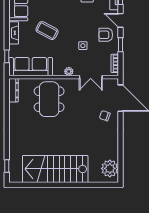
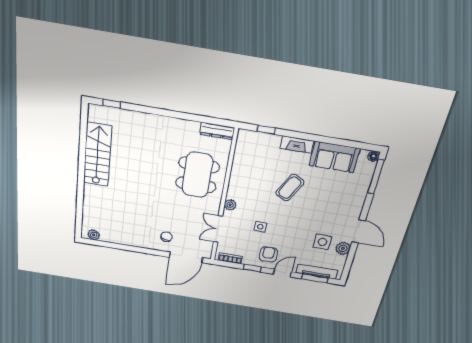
sofa: (31, 67) -> (246, 159), removed
dining table: (49, 99) -> (197, 175), turned 90
plant: (110, 168) -> (94, 235), width x0.53, depth x0.53
stairs: (55, 169) -> (97, 155), width x0.73, depth x0.66

